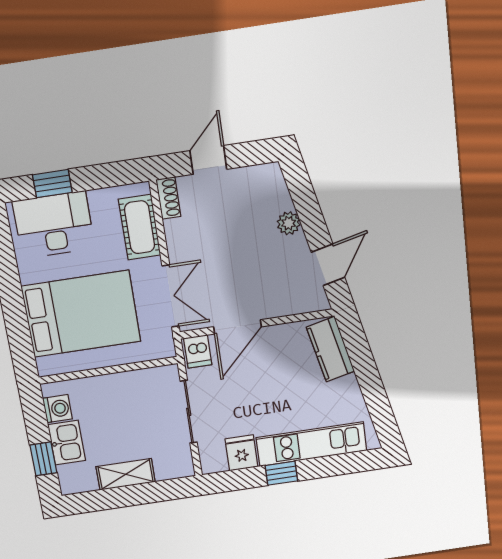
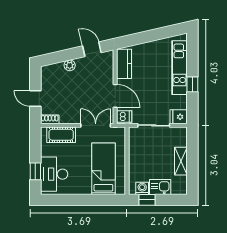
bed: (81, 314) -> (103, 169), width x0.67
kitchen counter: (330, 349) -> (124, 64), moved, turned -77
fridge: (241, 453) -> (179, 117), moved
window: (43, 459) -> (147, 200), moved

